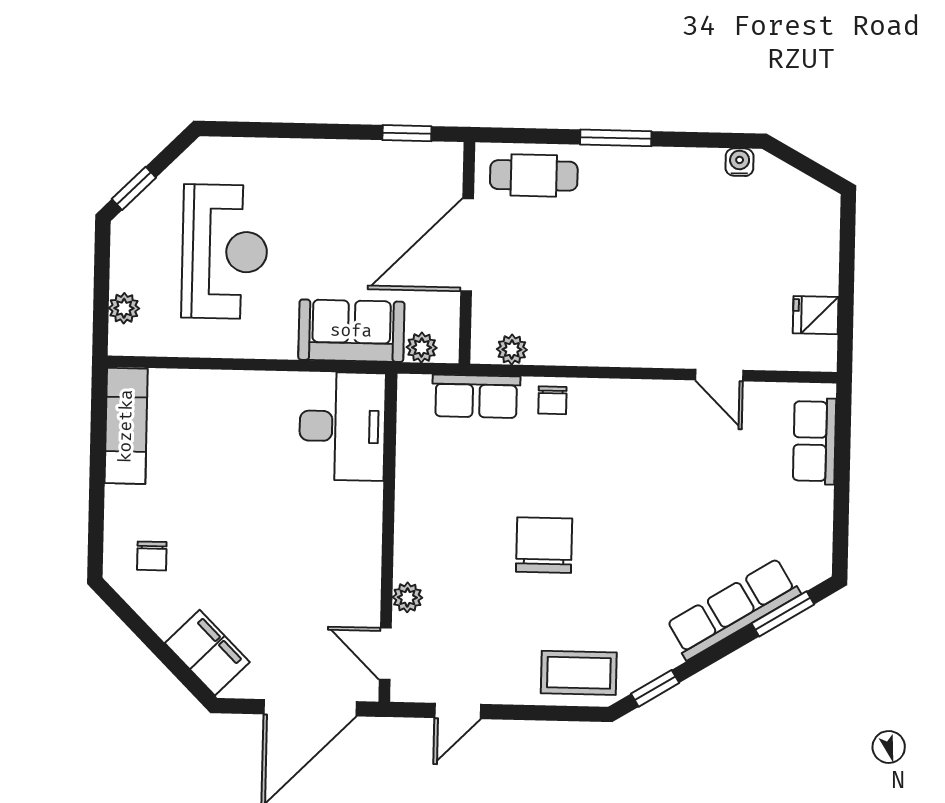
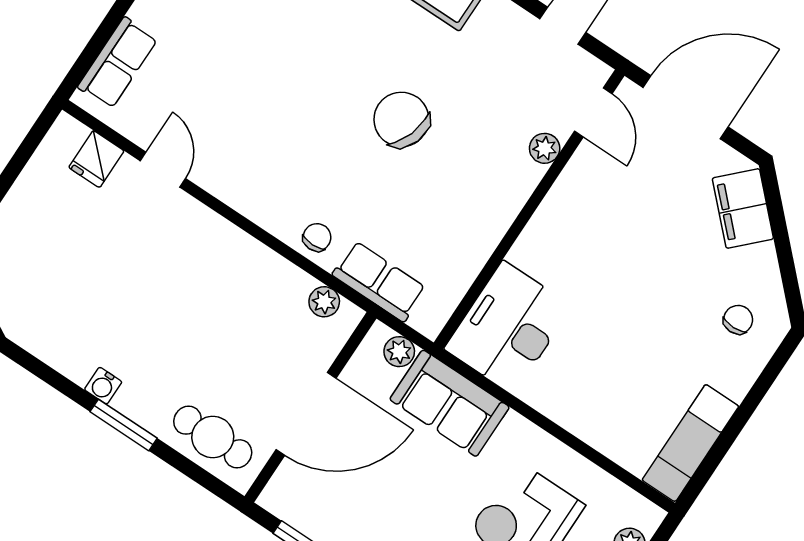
water cooler: (739, 162) -> (103, 386), moved
fridge: (816, 315) -> (96, 159), moved, turned 90
chair: (544, 545) -> (401, 119), turned 109

